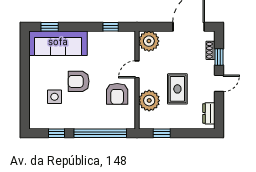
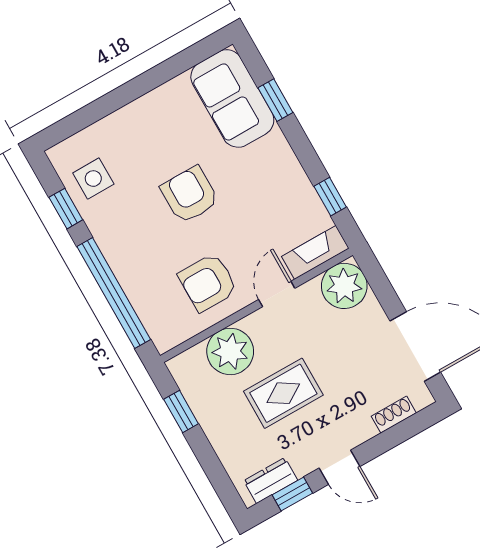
window: (50, 27) -> (275, 100), moved
sofa: (58, 43) -> (232, 98), width x0.73
fireplace: (129, 45) -> (315, 252), added
window: (219, 57) -> (292, 494), moved
door: (137, 69) -> (277, 294), hinge flipped
side table: (55, 97) -> (93, 179), moved

